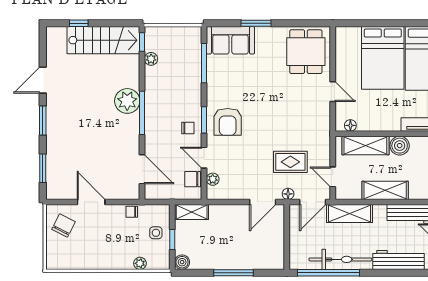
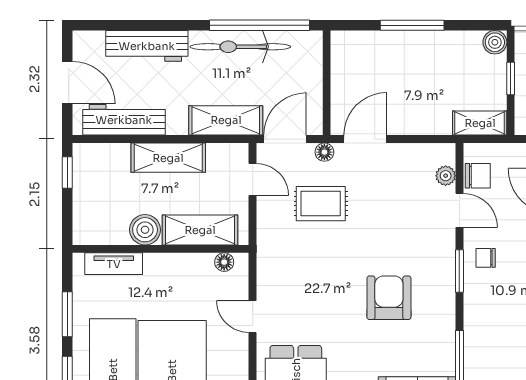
armchair: (228, 122) -> (389, 298), moved

